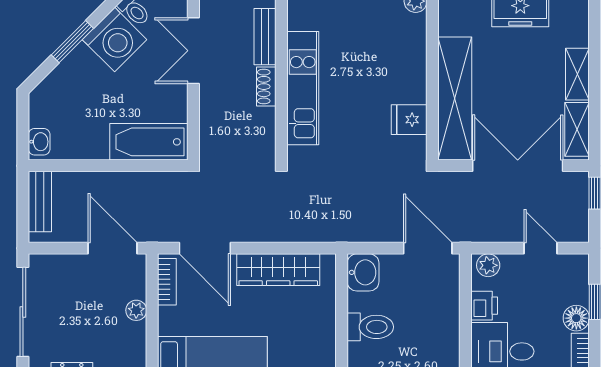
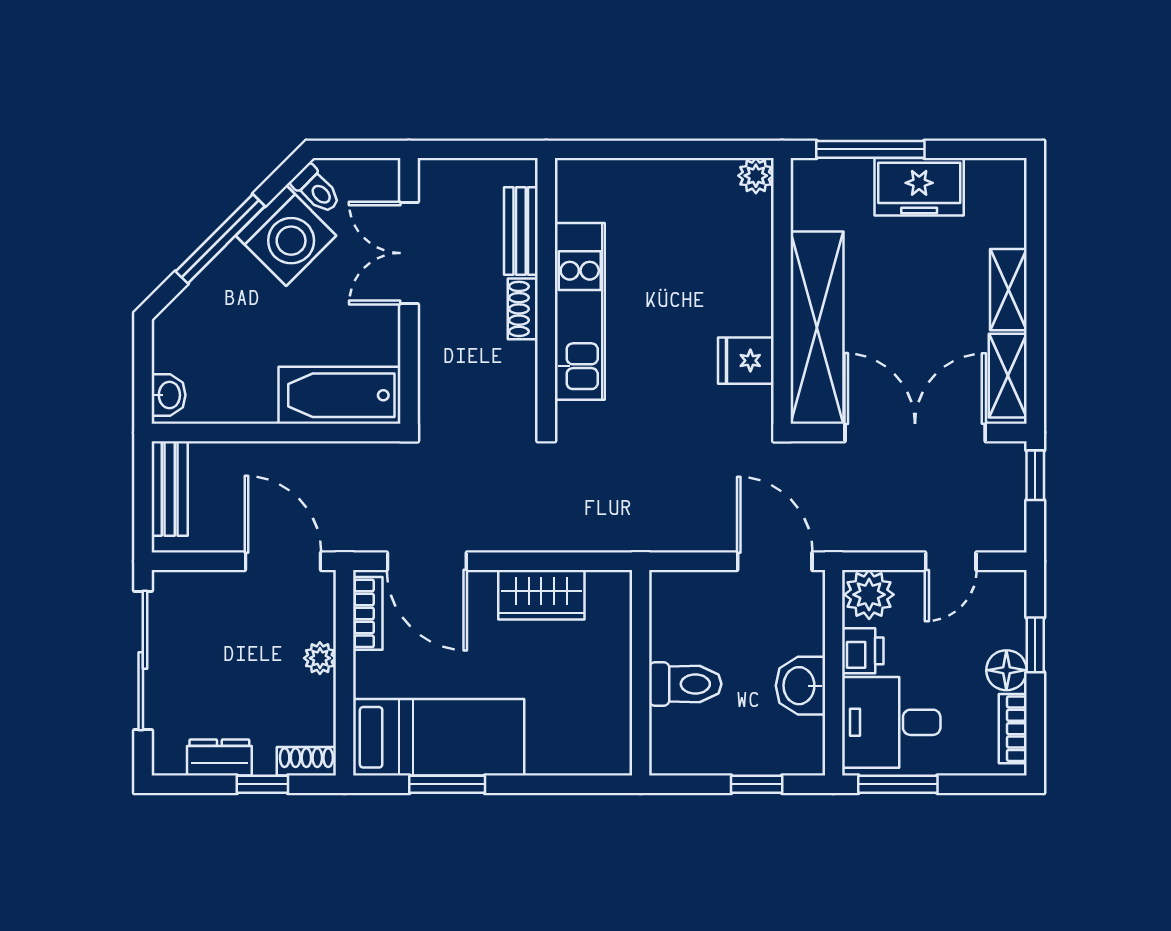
window: (72, 42) -> (220, 239), width x1.44
door: (541, 248) -> (951, 561), swing flipped
plant: (488, 265) -> (869, 595), width x1.38, depth x1.38
wardrobe: (278, 270) -> (541, 595), width x0.67
washbasin: (363, 272) -> (800, 686), moved, turned 180

